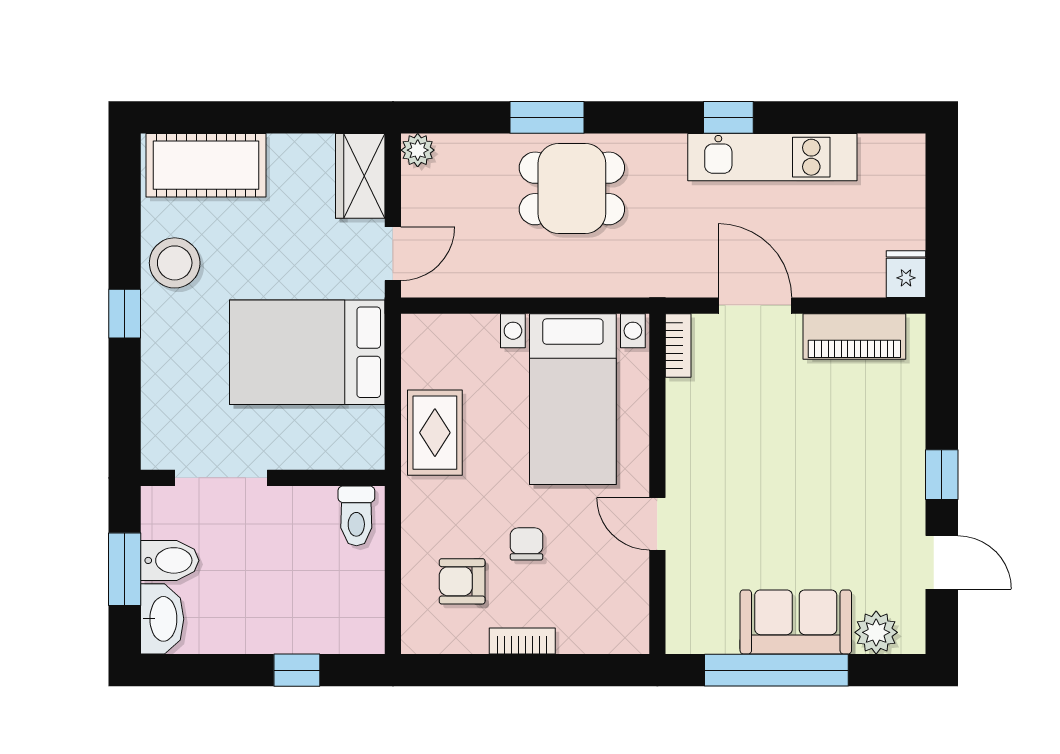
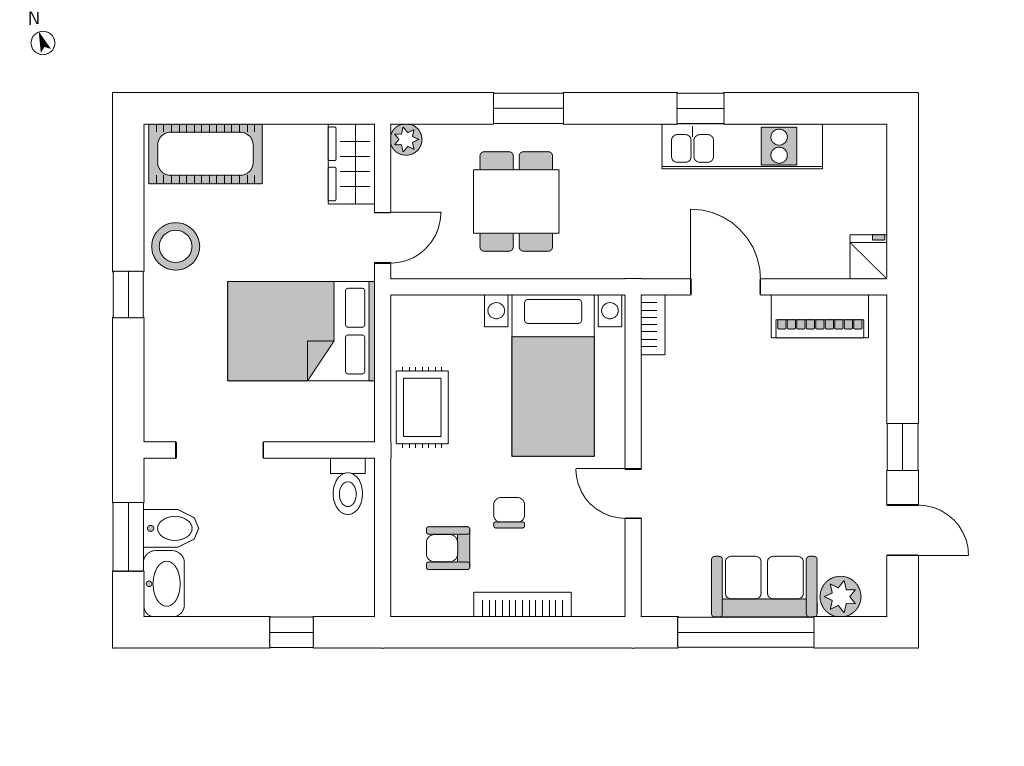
dining table: (572, 188) -> (516, 201), moved, turned 90
bookcase: (522, 641) -> (523, 605), width x1.56

